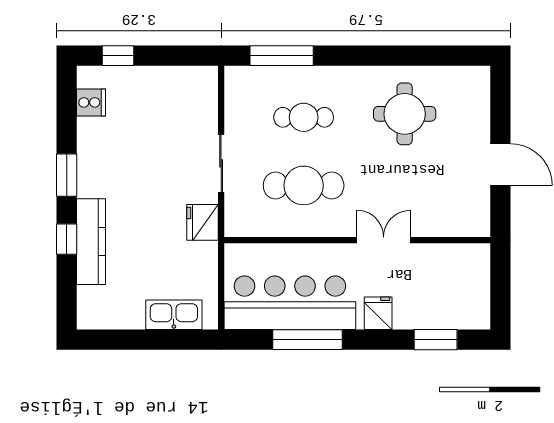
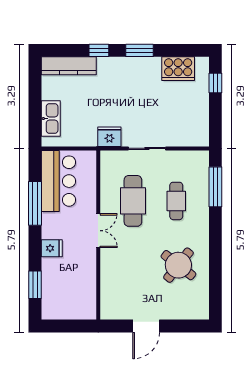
cooker: (91, 102) -> (178, 69), width x1.87, depth x1.31
round table: (405, 114) -> (178, 265), turned 38
double door: (384, 240) -> (98, 231), moved
kitchen counter: (91, 242) -> (69, 66), moved
bar counter: (290, 303) -> (58, 181), width x0.73

